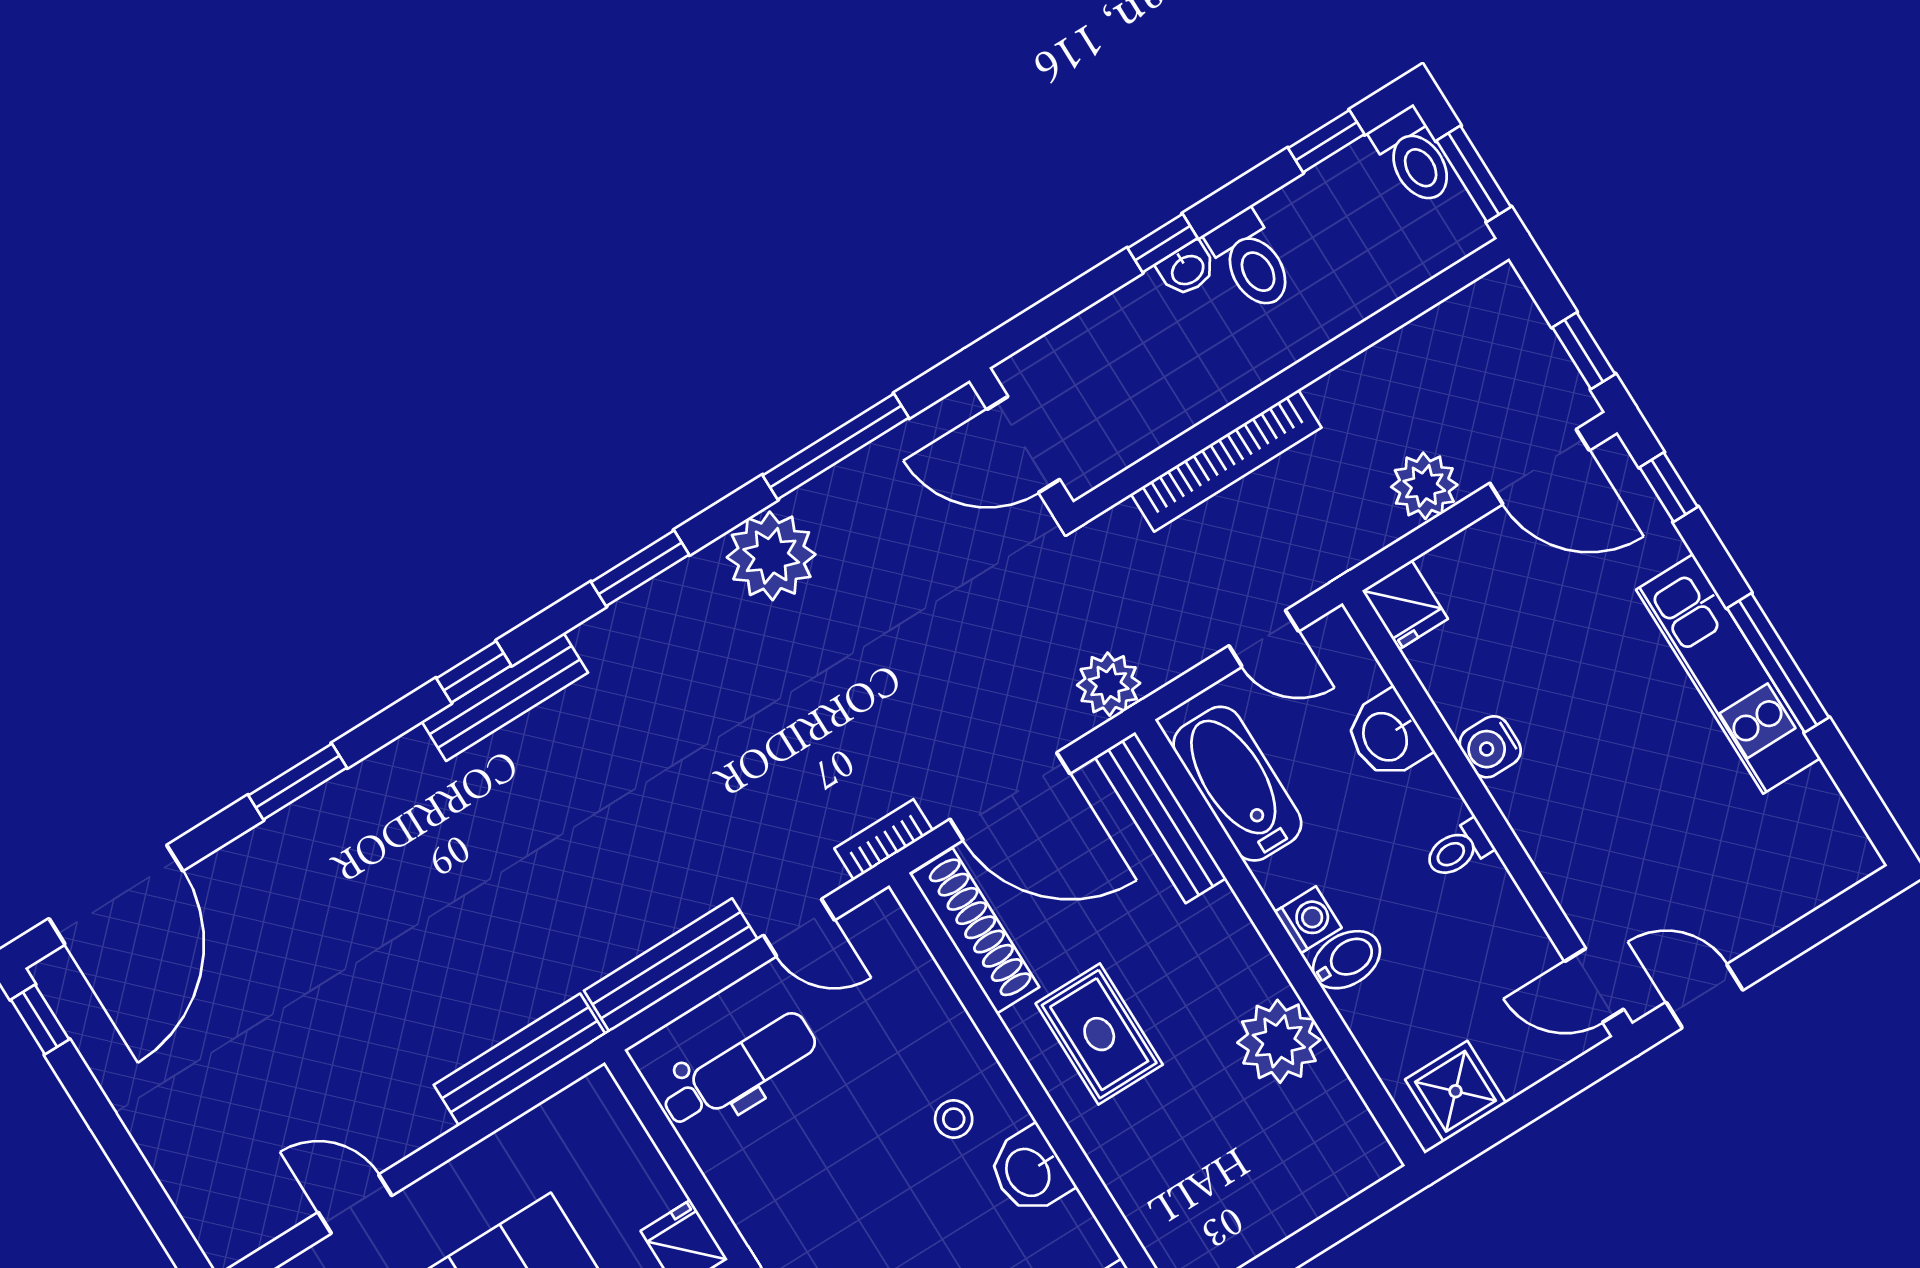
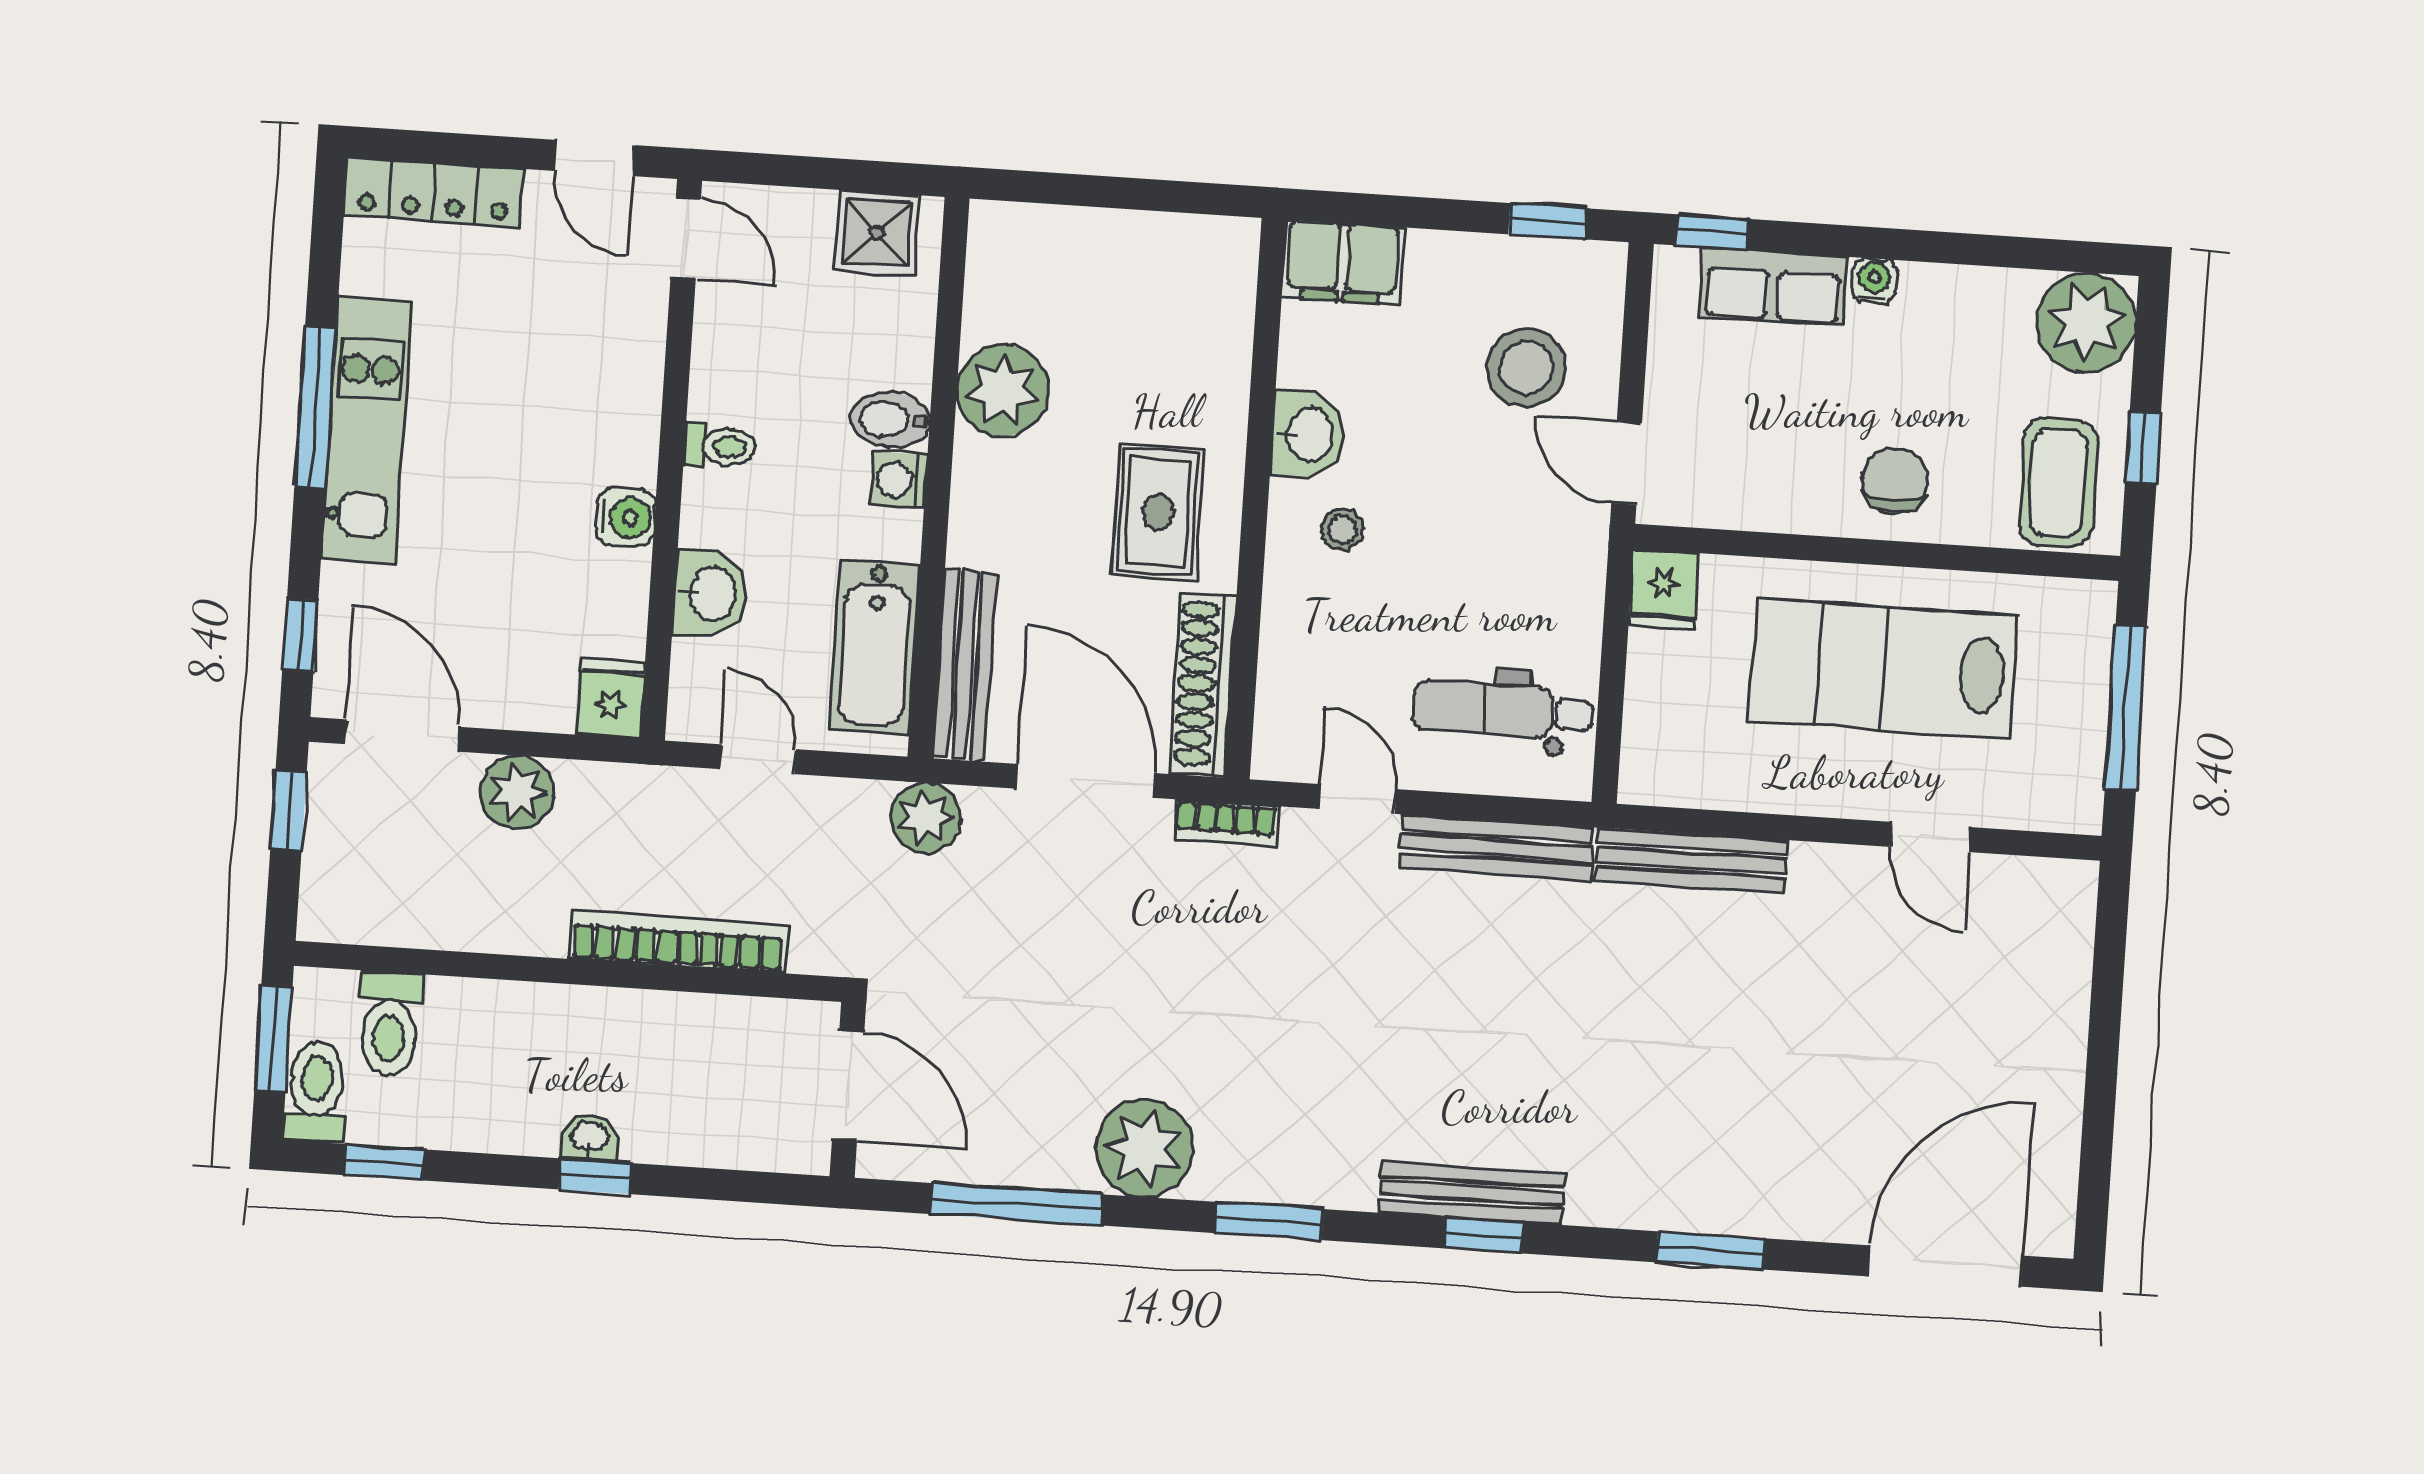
toilet: (1251, 260) -> (390, 1024), moved, turned 180
locker: (1805, 885) -> (434, 192), added
window: (40, 1019) -> (2093, 1203), removed

